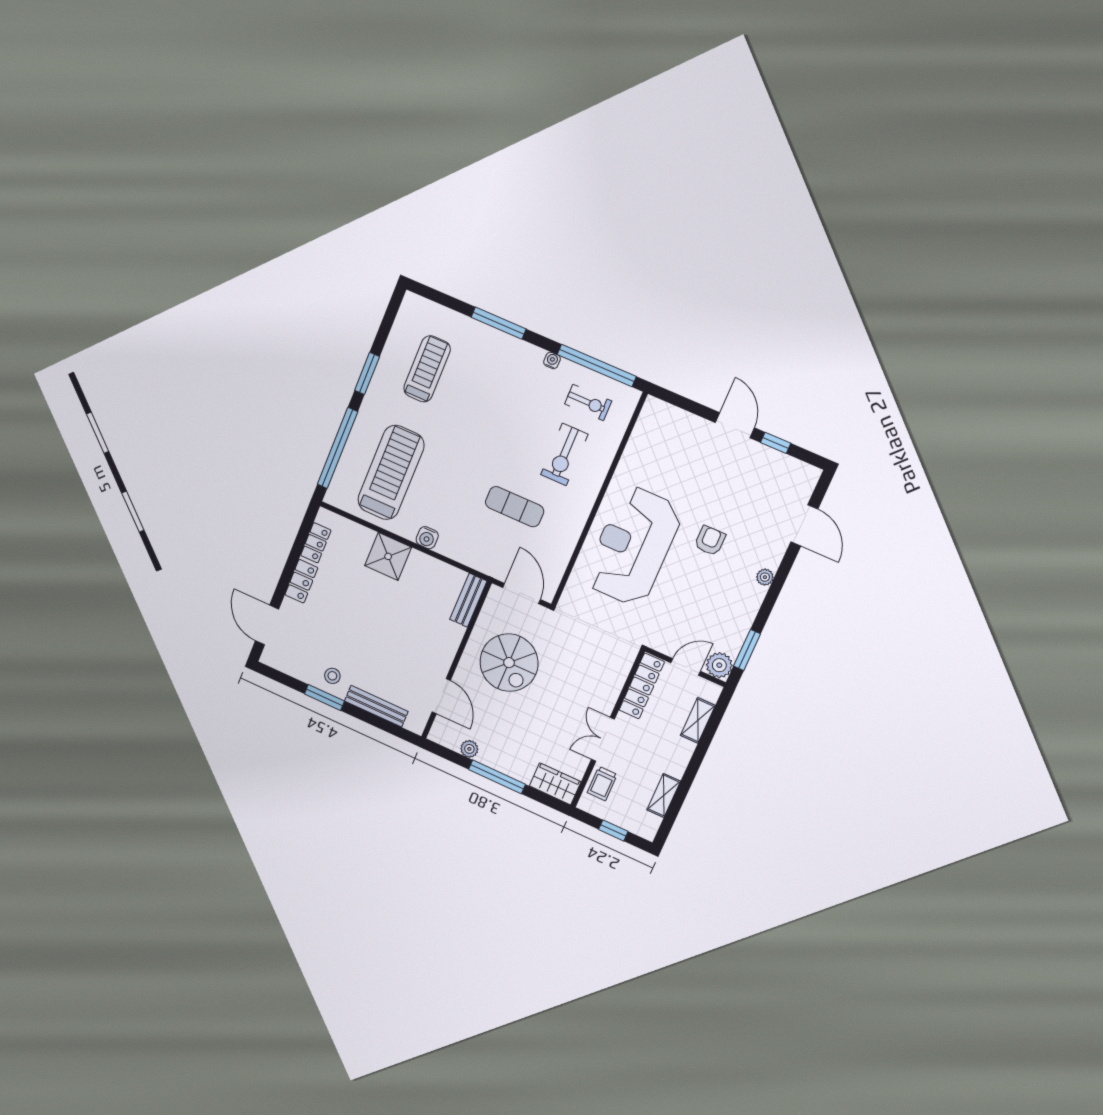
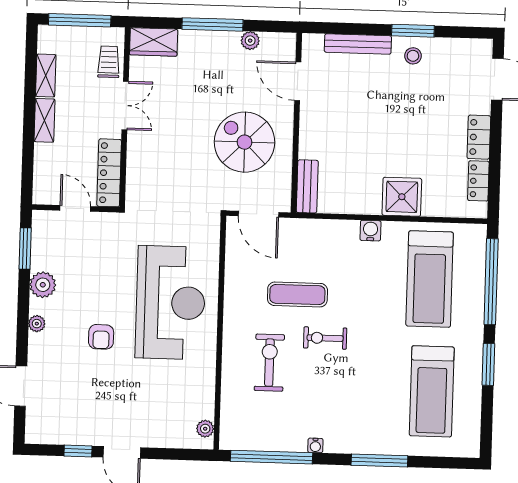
treadmill: (427, 369) -> (432, 391), width x1.37, depth x1.38
exercise bike: (588, 402) -> (325, 338), moved
plant: (648, 417) -> (205, 429), added
plant: (719, 665) -> (43, 285), moved
door: (686, 667) -> (75, 208), swing flipped
shelving: (698, 720) -> (45, 120), moved
window: (613, 830) -> (80, 20), width x2.17

